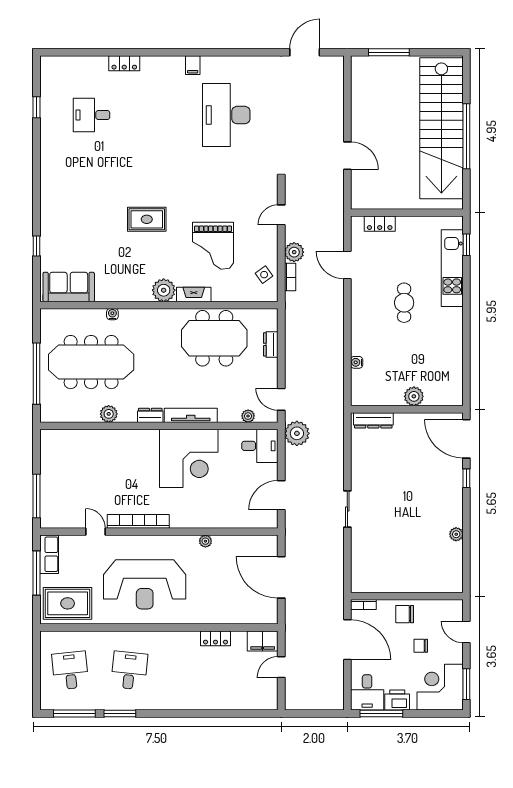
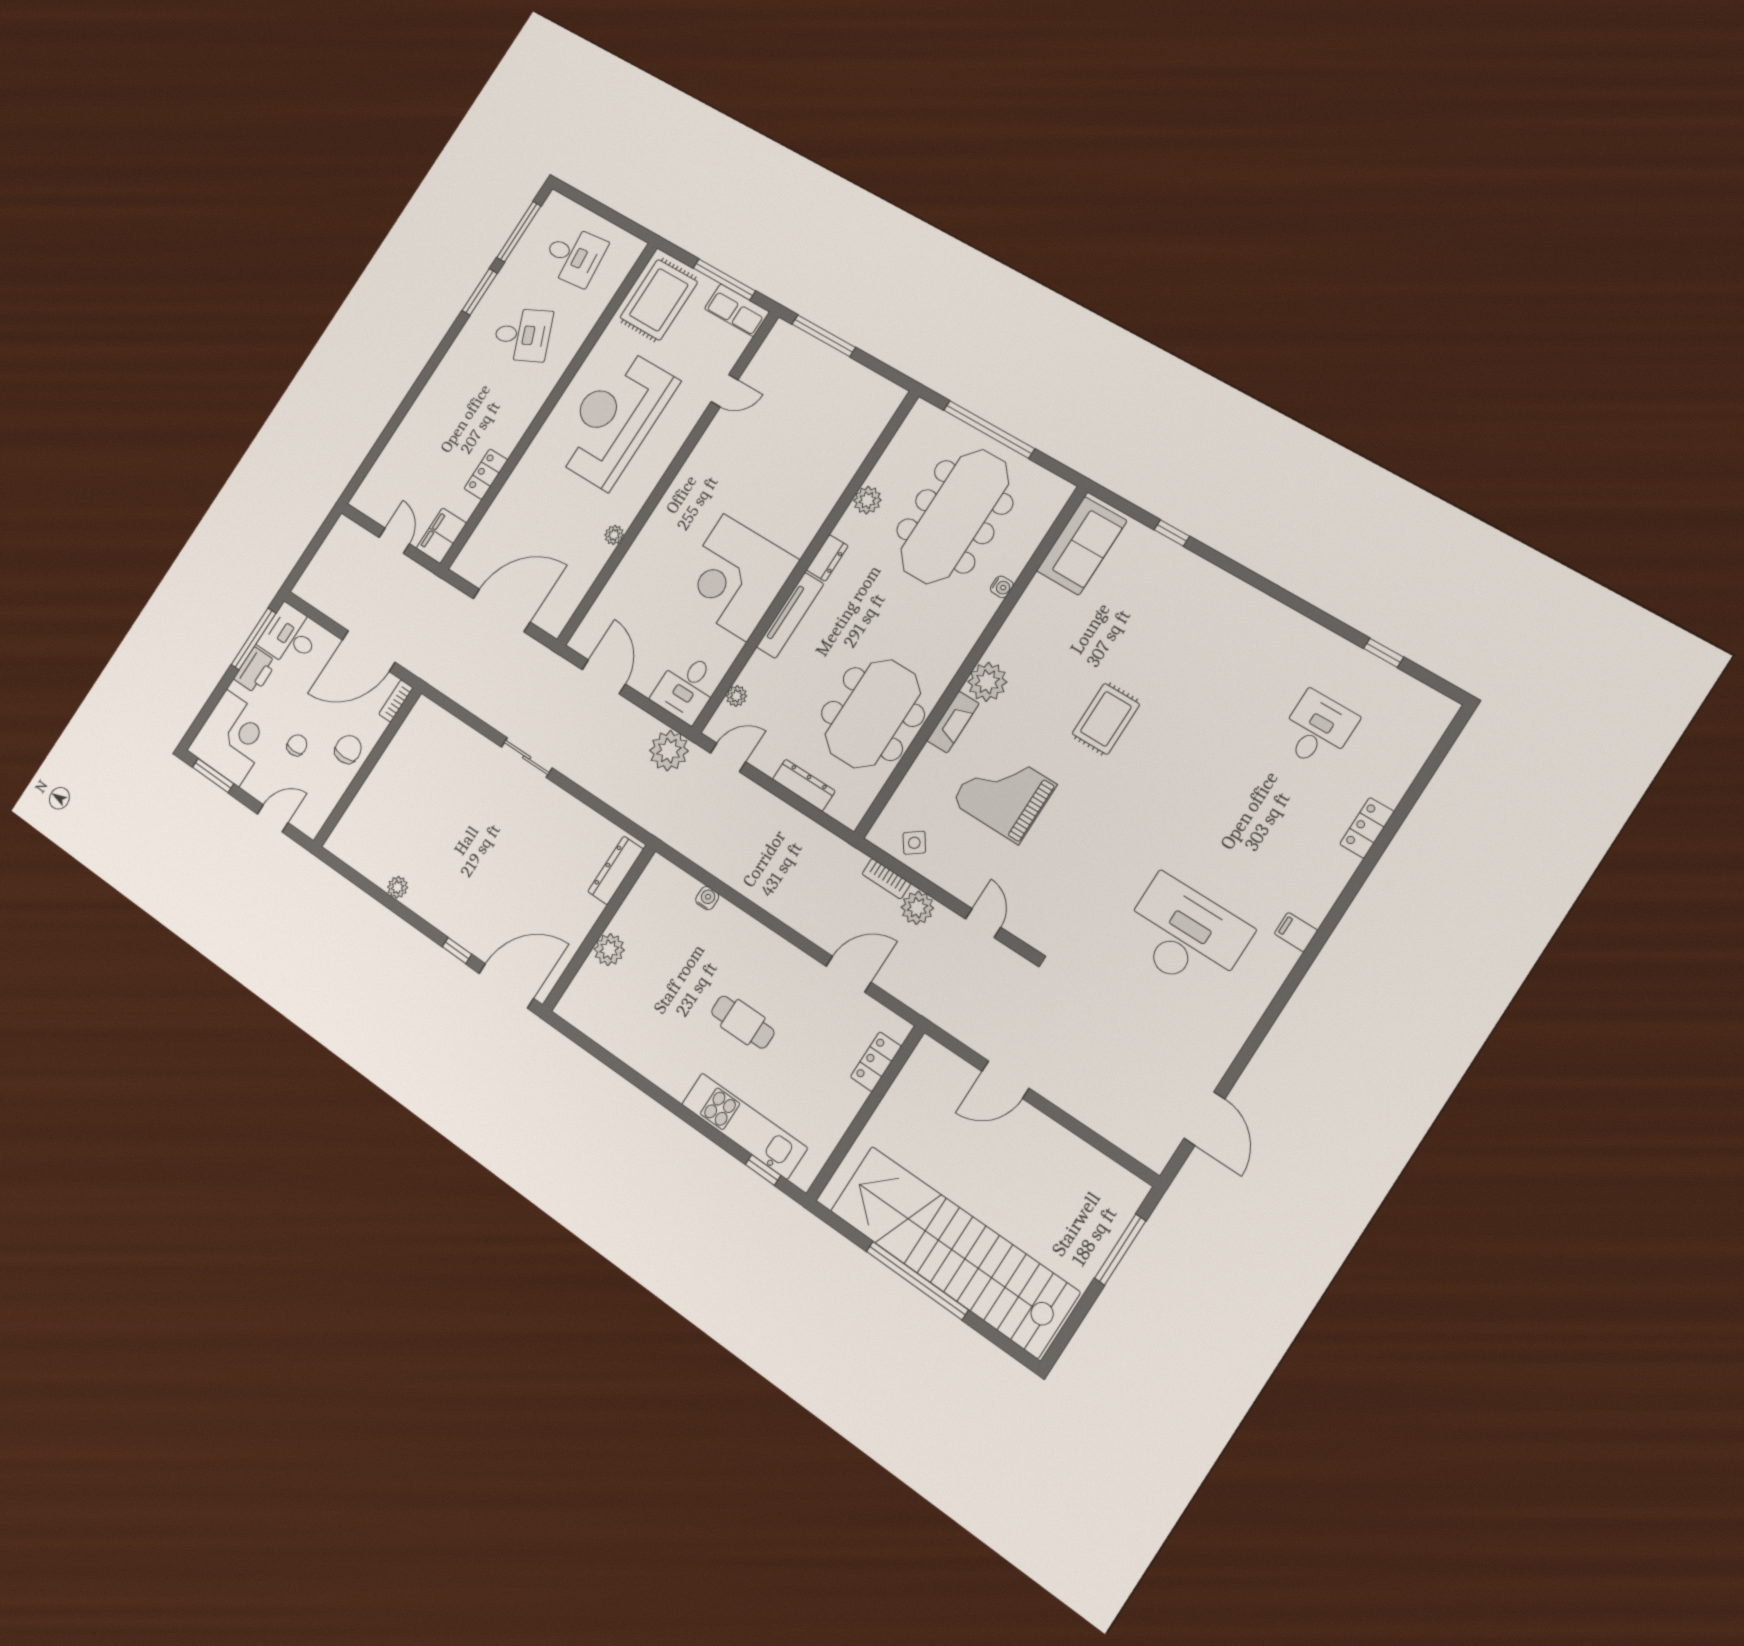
dresser: (271, 344) -> (804, 785), width x1.44
bookcase: (138, 521) -> (699, 458), removed
desk: (129, 670) -> (523, 335), turned -30

